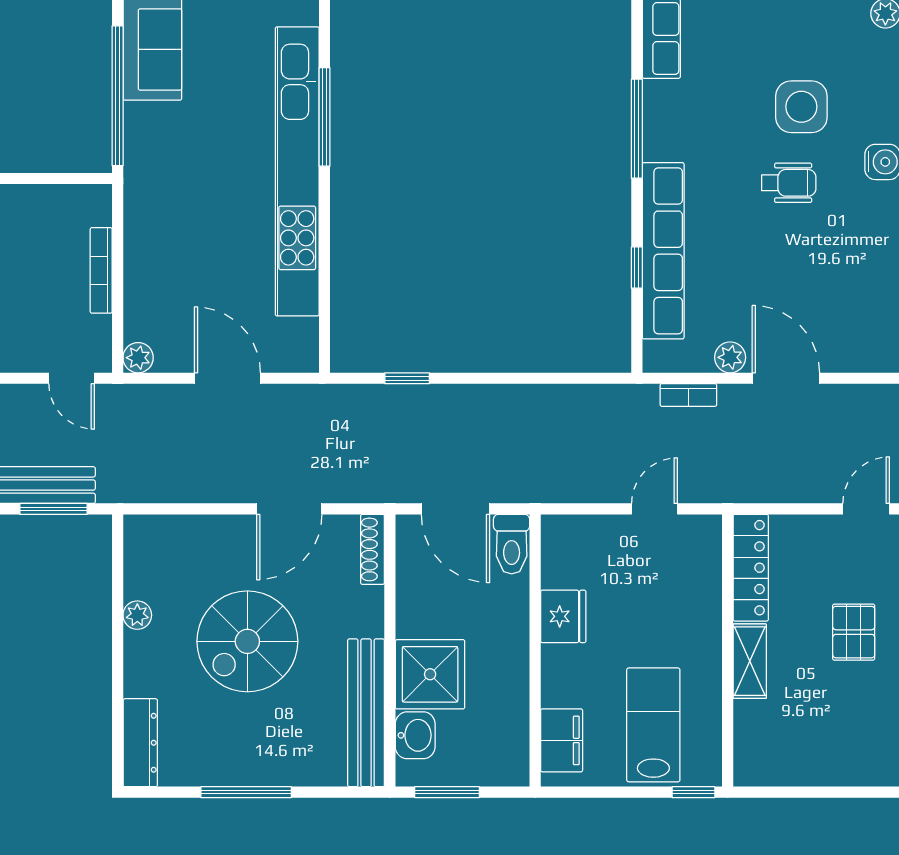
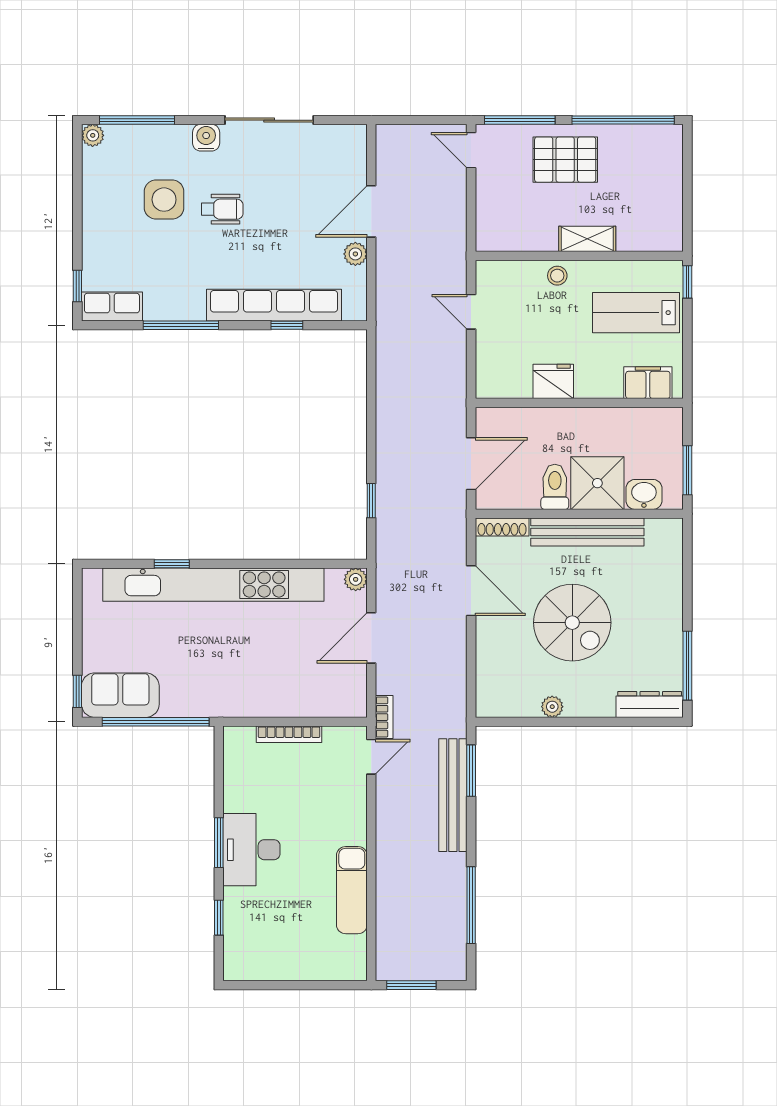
window: (325, 117) -> (172, 564), width x0.46
wheelchair: (789, 183) -> (222, 209), turned 90
plant: (138, 358) -> (356, 579), moved
bookcase: (688, 395) -> (384, 717), moved
toilet: (512, 544) -> (555, 487), moved, turned -90
locker: (751, 568) -> (516, 238), removed
stool: (702, 622) -> (557, 276), added
pallet: (854, 632) -> (565, 160), width x1.50, depth x1.42
bench: (366, 713) -> (587, 532), moved
window: (246, 792) -> (687, 666), moved

